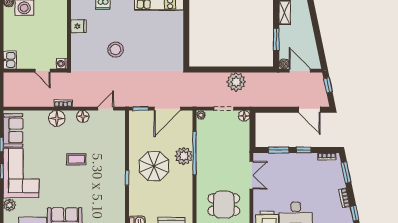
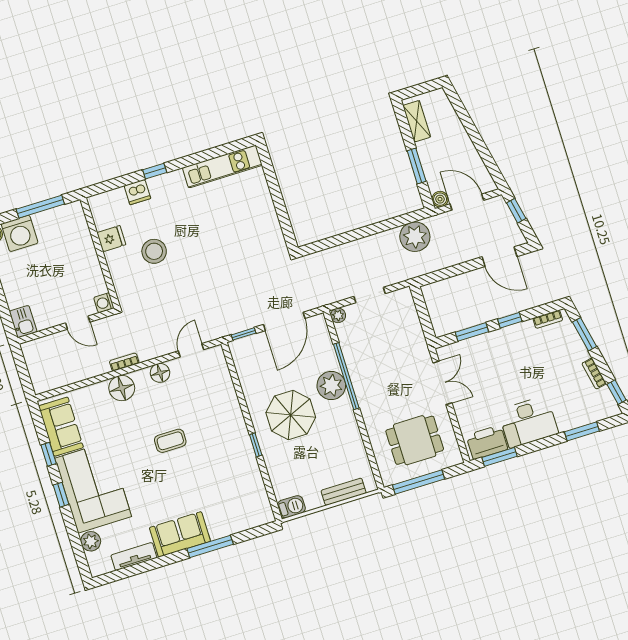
stool: (116, 50) -> (154, 251), moved
plant: (236, 82) -> (415, 237), moved
floor lamp: (244, 116) -> (404, 296), removed

